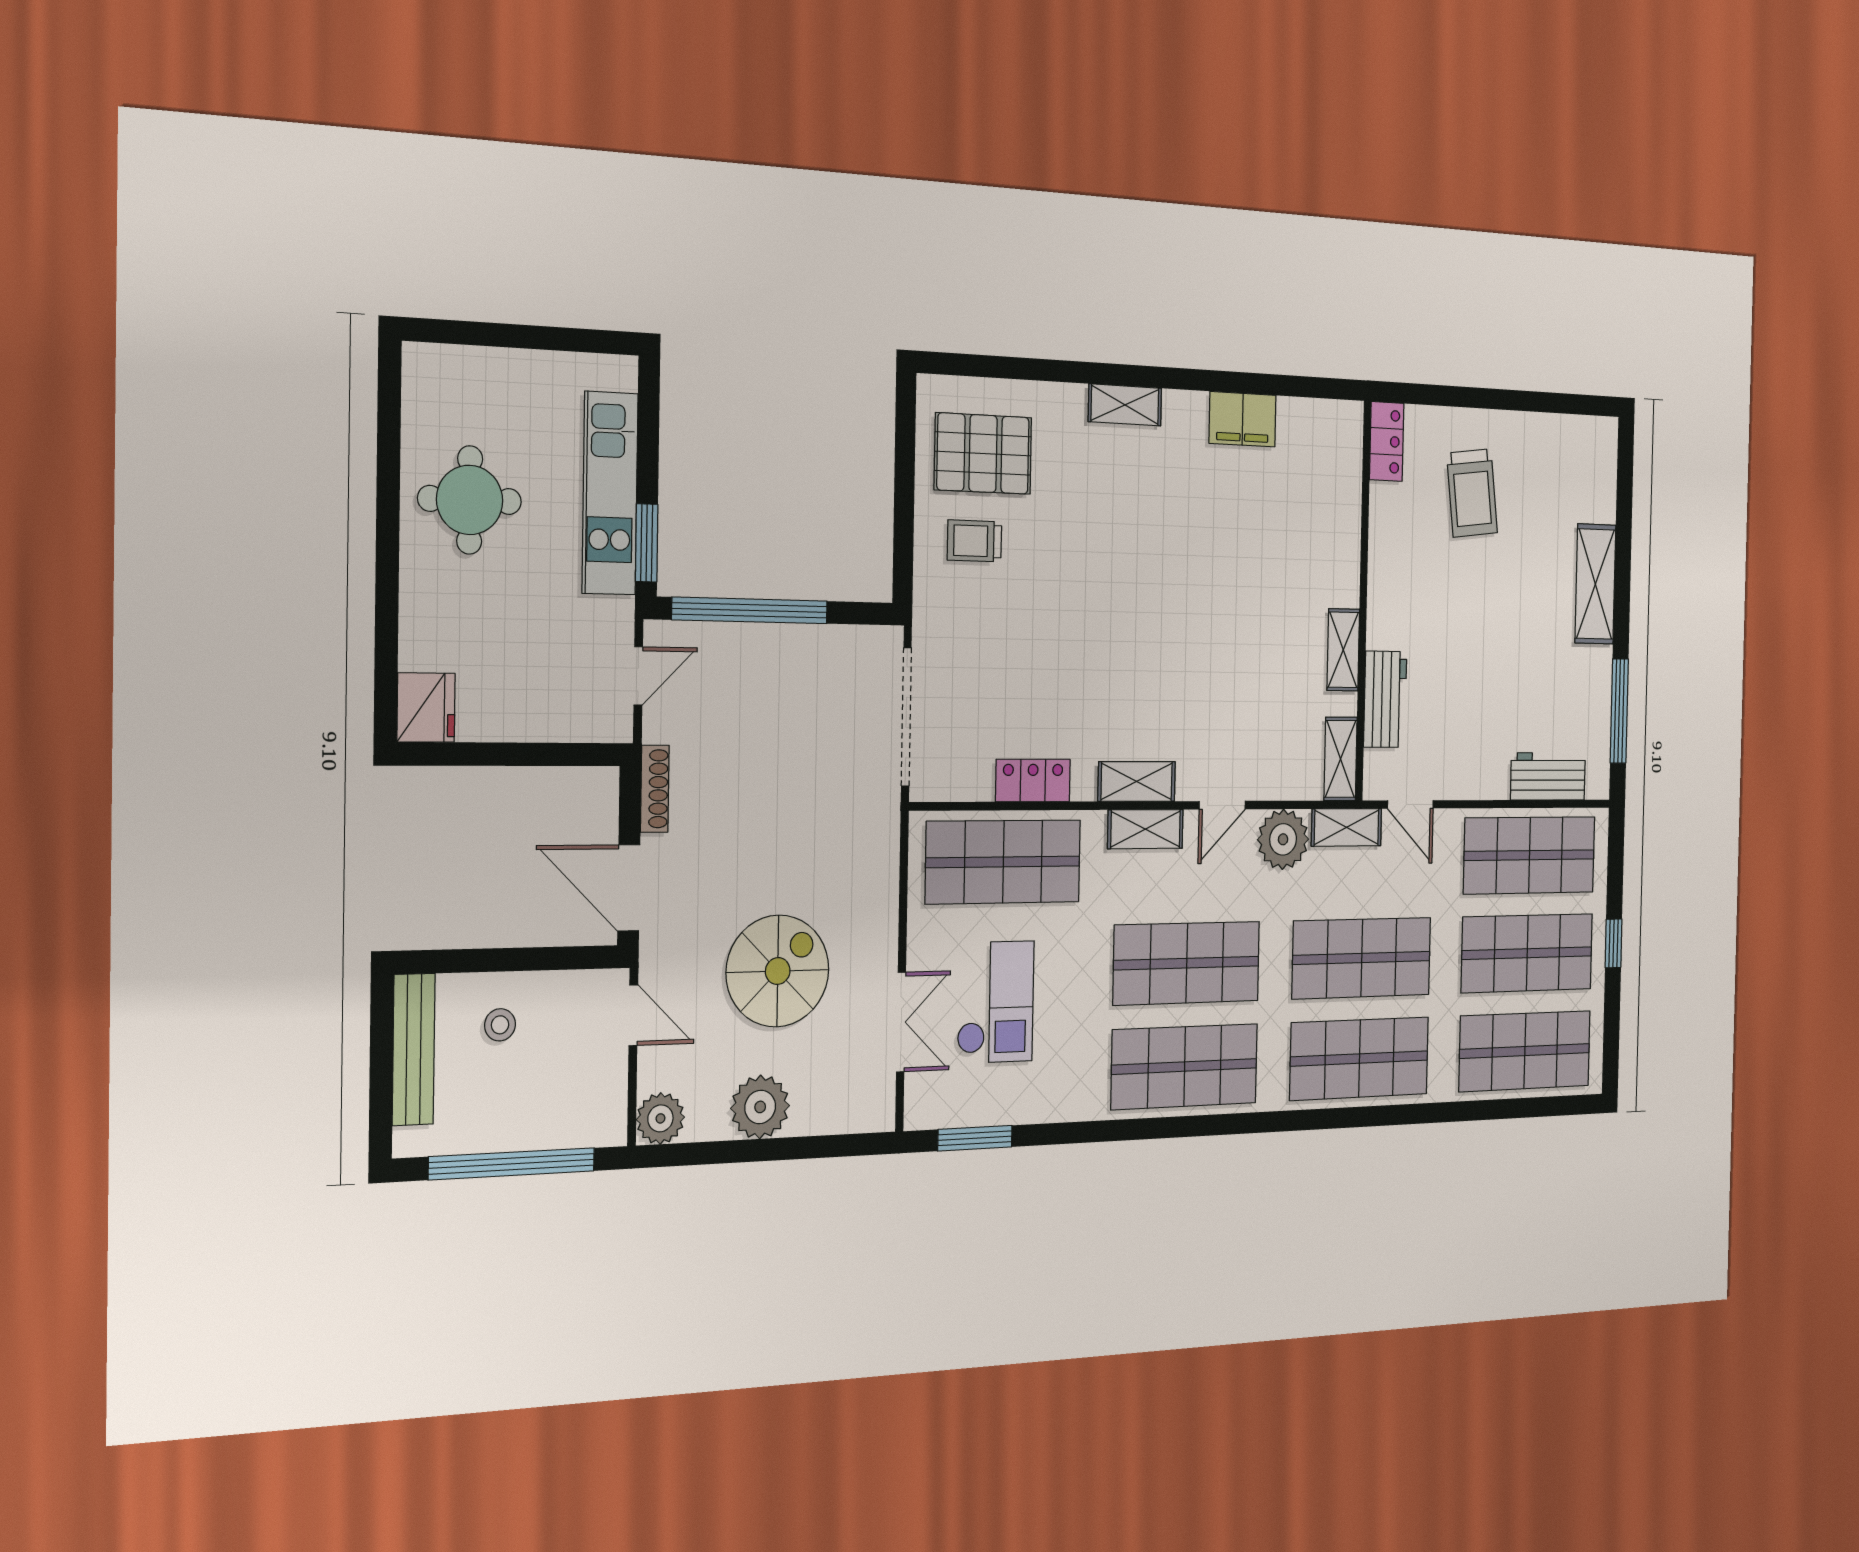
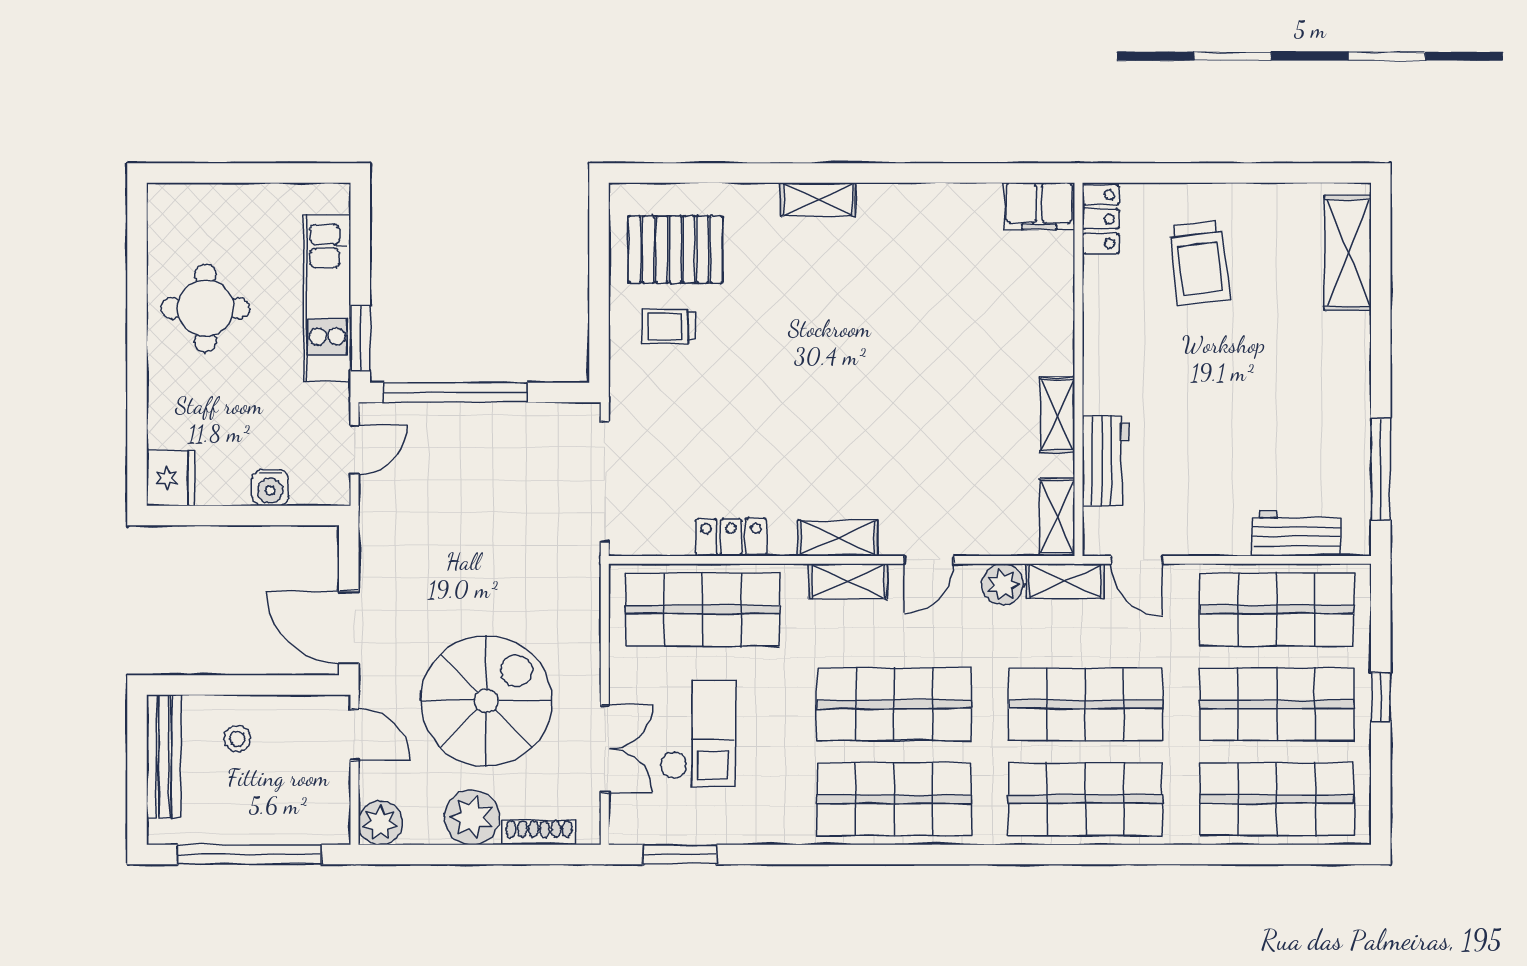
filing cabinet: (1243, 419) -> (1039, 206), moved
shelving: (1595, 584) -> (1348, 253), moved
water cooler: (542, 721) -> (270, 488), added
shoe rack: (655, 789) -> (539, 832), moved, turned -90
plant: (1283, 839) -> (1003, 584), width x0.73, depth x0.73
spiral stairs: (778, 971) -> (486, 701), width x1.37, depth x1.37

